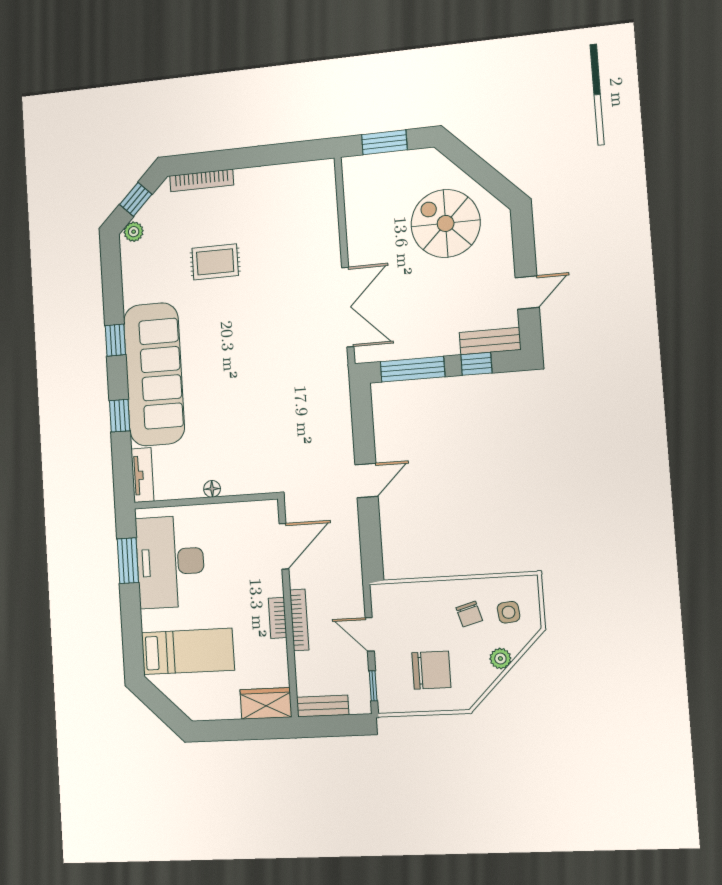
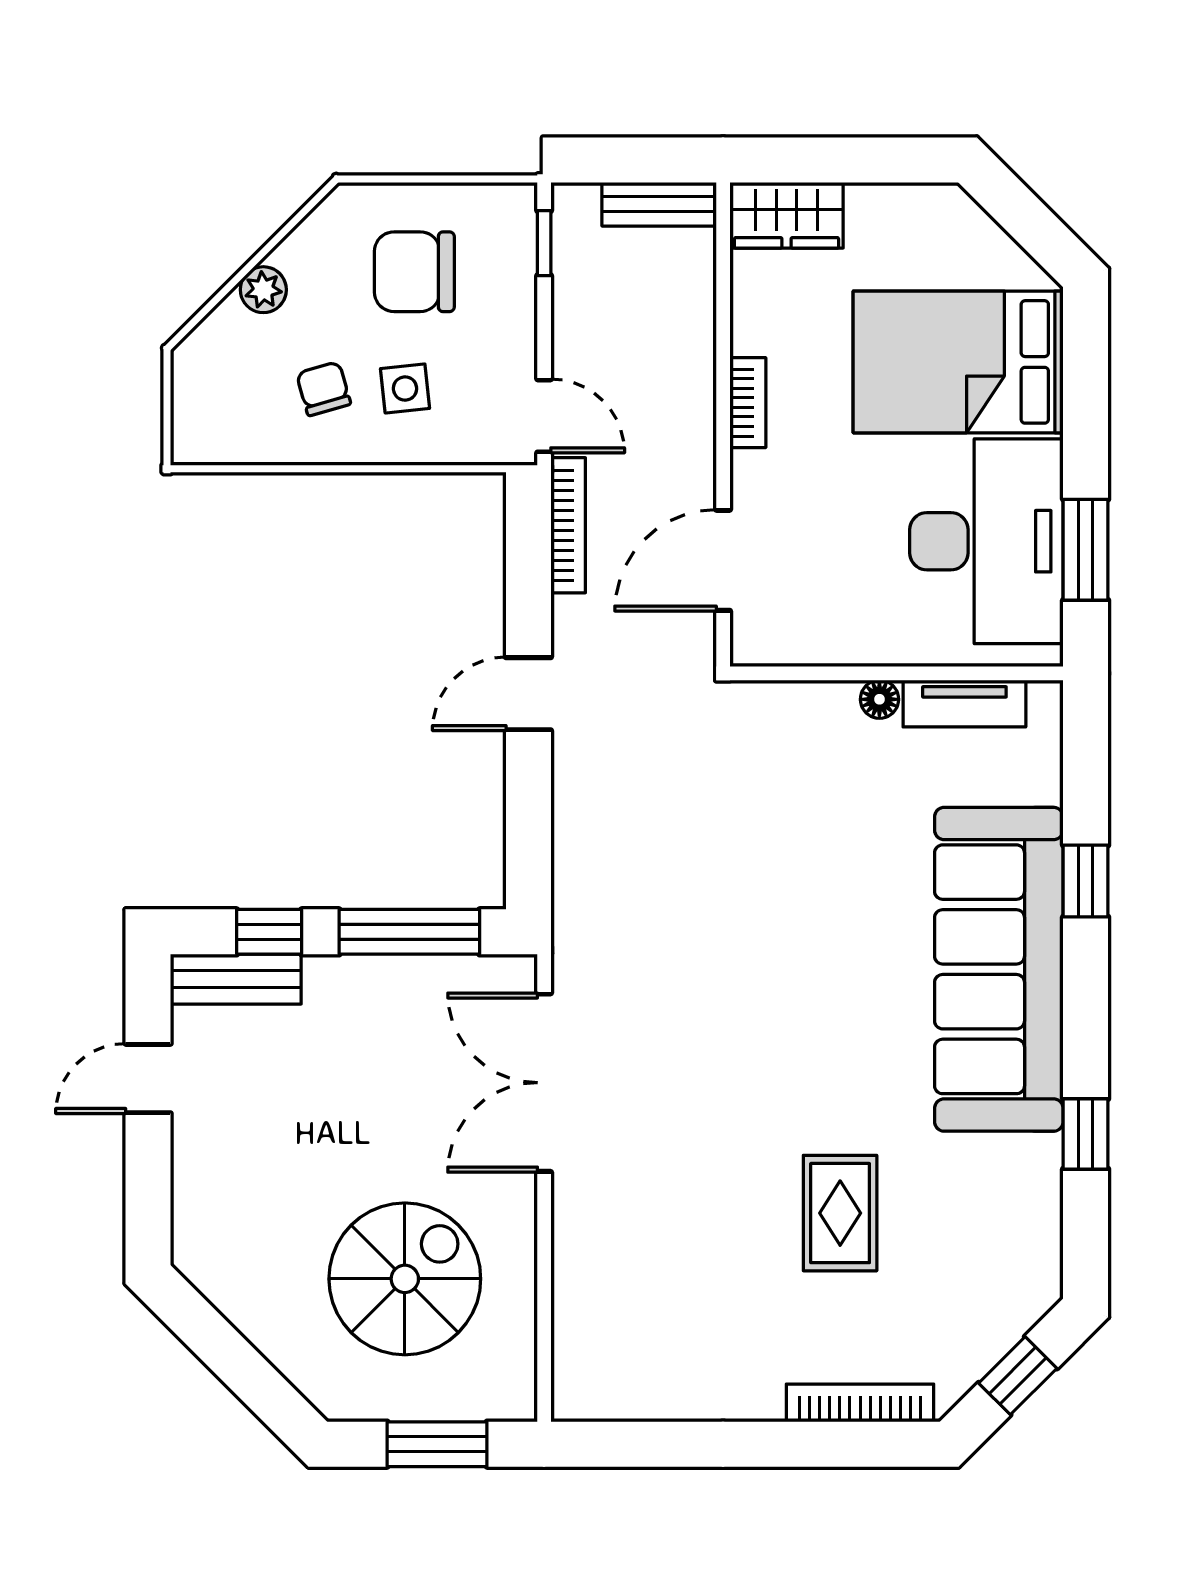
spiral stairs: (446, 223) -> (405, 1279), moved, turned -90
plant: (134, 232) -> (1027, 1301), removed
rug: (215, 262) -> (840, 1213), turned 90
window: (115, 340) -> (1086, 1134), moved
tv unit: (142, 475) -> (964, 704), moved, turned -90
side table: (509, 612) -> (405, 389), moved
bookcase: (299, 620) -> (568, 525), moved, turned 180
door: (370, 634) -> (544, 416), moved
bed: (188, 651) -> (958, 362), width x1.50

